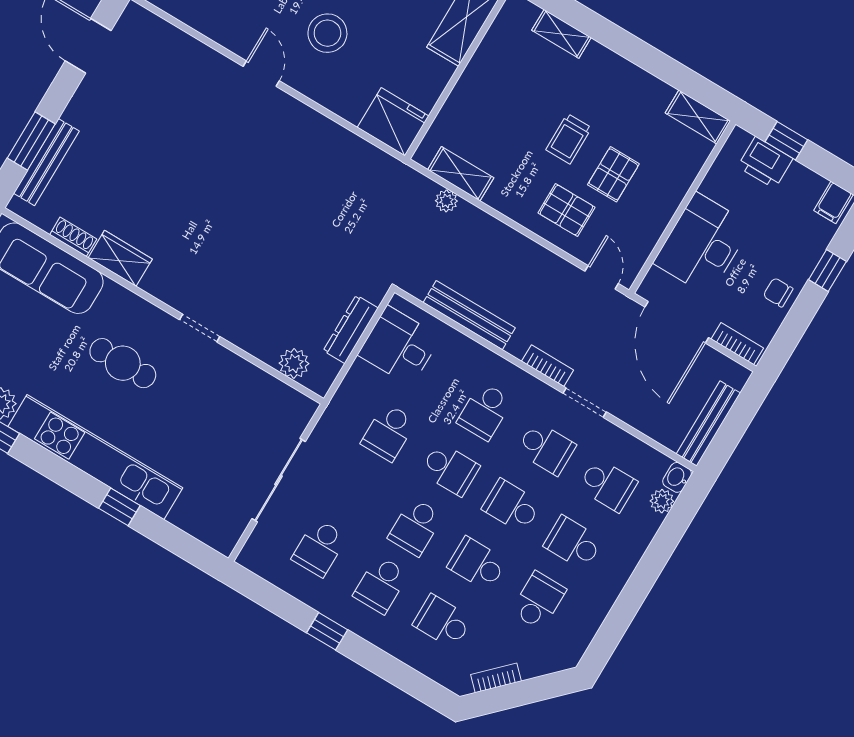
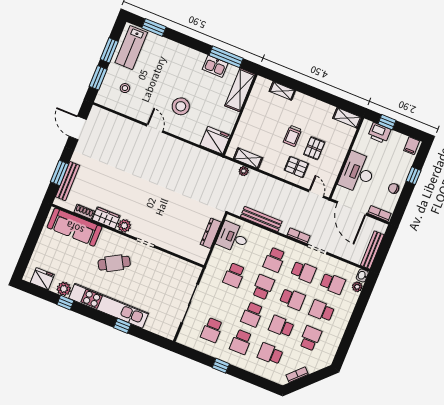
cafe table: (123, 363) -> (114, 263), turned -30
plant: (294, 363) -> (124, 226), moved
school desk: (450, 469) -> (263, 287), turned -90
school desk: (512, 506) -> (292, 299), turned 180

